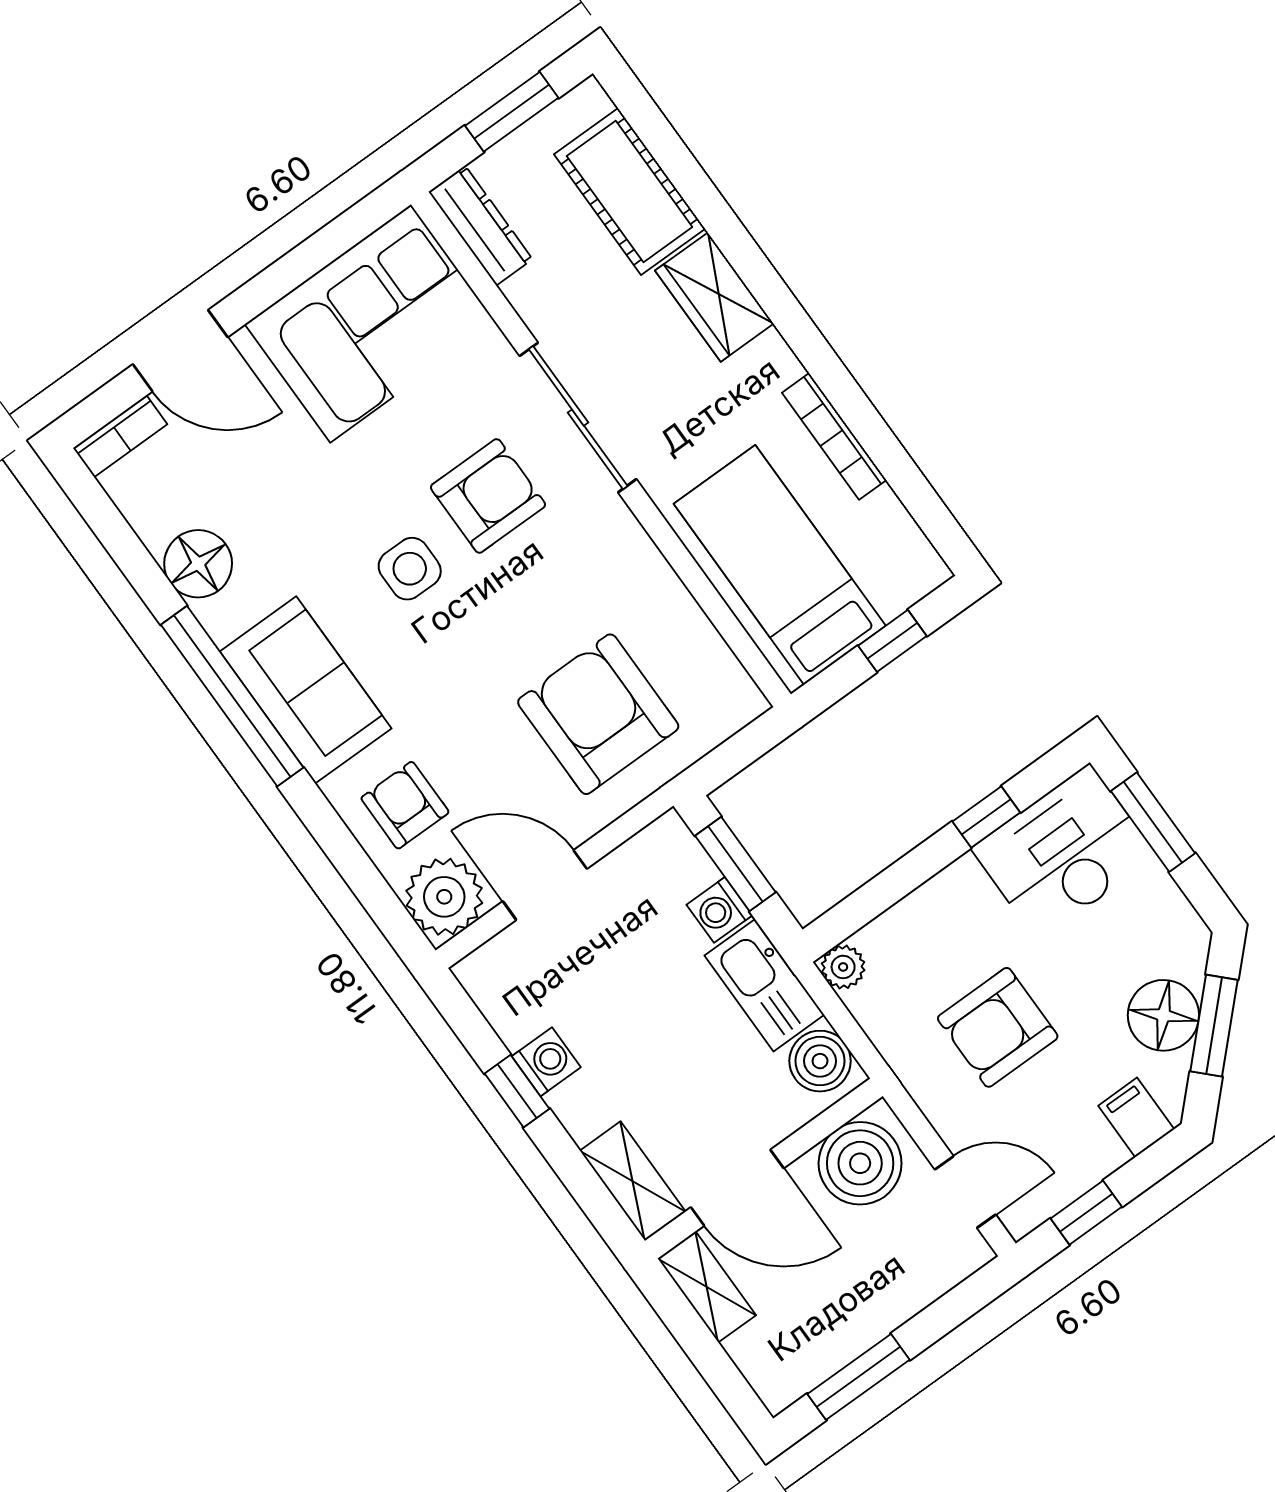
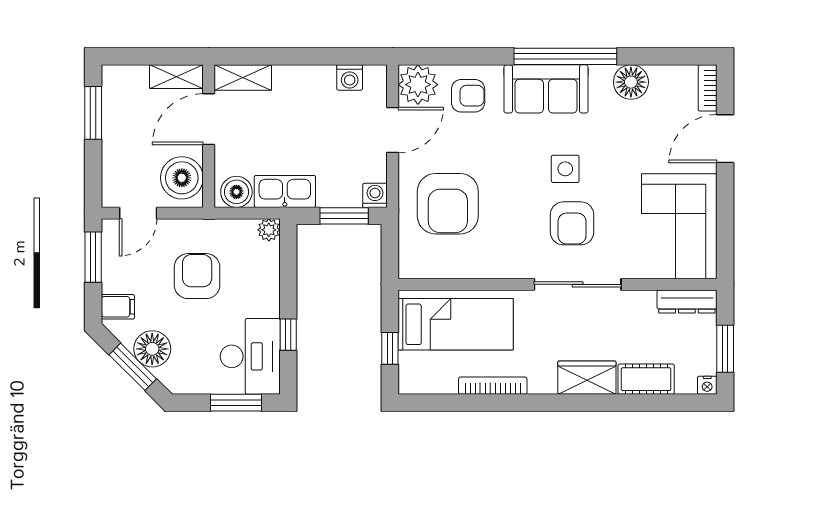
nightstand: (590, 99) -> (707, 385), added
cot: (630, 192) -> (646, 379), width x0.73, depth x0.75
armchair: (598, 714) -> (448, 204), turned 90
washing machine: (719, 910) -> (375, 195), moved
washing machine: (546, 1062) -> (350, 77), moved
window: (517, 1091) -> (315, 56), removed
window: (1086, 1213) -> (93, 257), width x1.50

